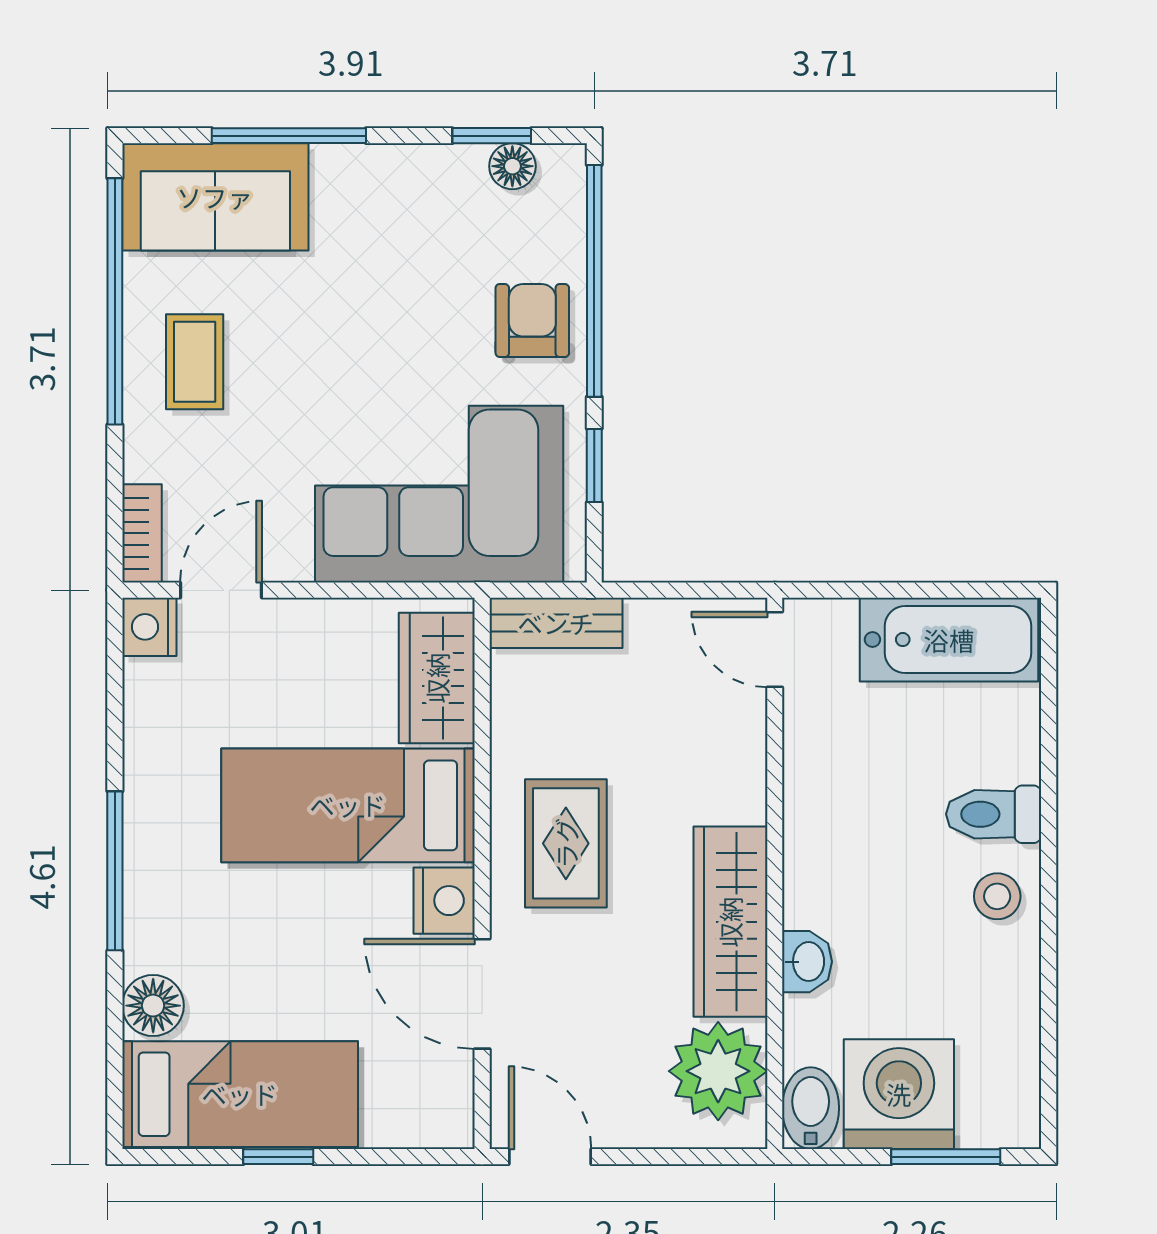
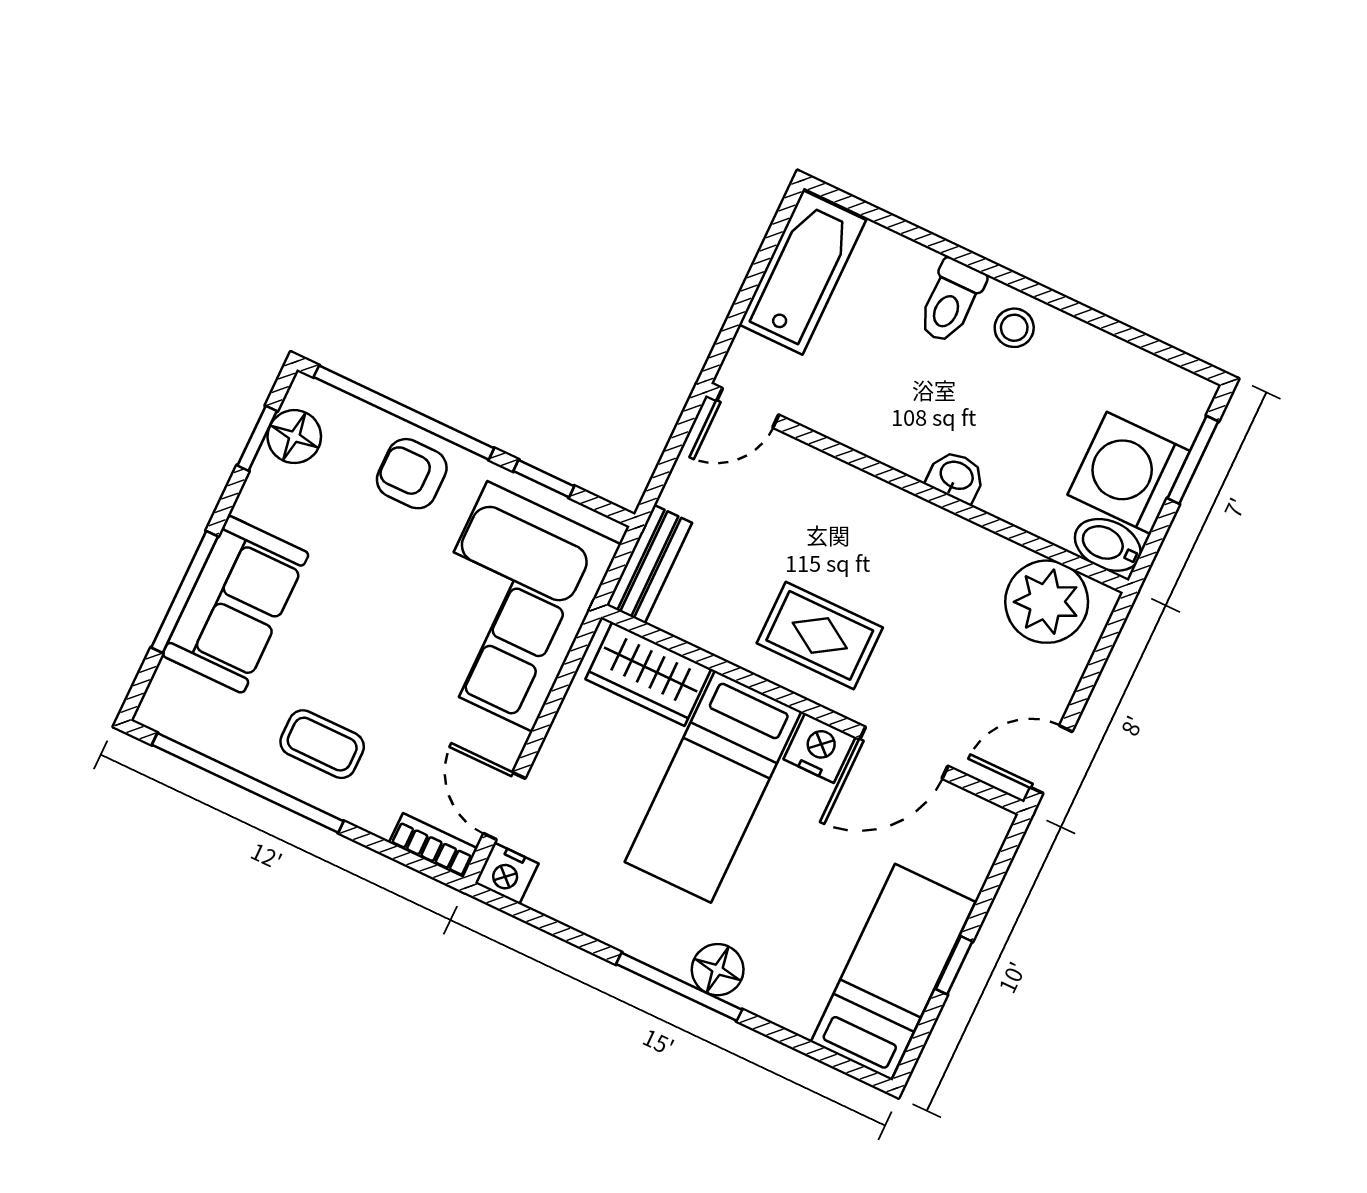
floor lamp: (512, 166) -> (294, 437), width x1.37, depth x1.37
sofa: (215, 197) -> (235, 604), moved
wardrobe: (730, 922) -> (938, 539), removed
washbasin: (807, 962) -> (956, 476), moved
floor lamp: (153, 1006) -> (718, 970), moved

